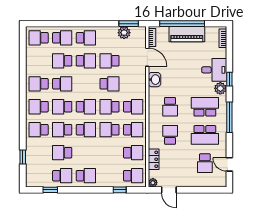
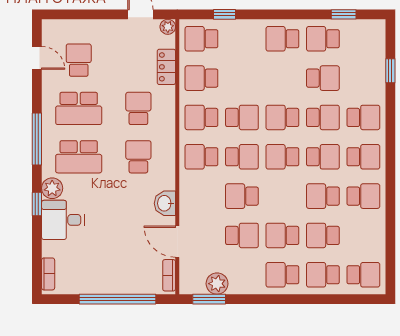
piano: (187, 34) -> (110, 281), removed
school desk: (62, 61) -> (323, 235), turned 180
school desk: (170, 135) -> (138, 108), turned 180
school desk: (205, 135) -> (79, 108), turned 180

